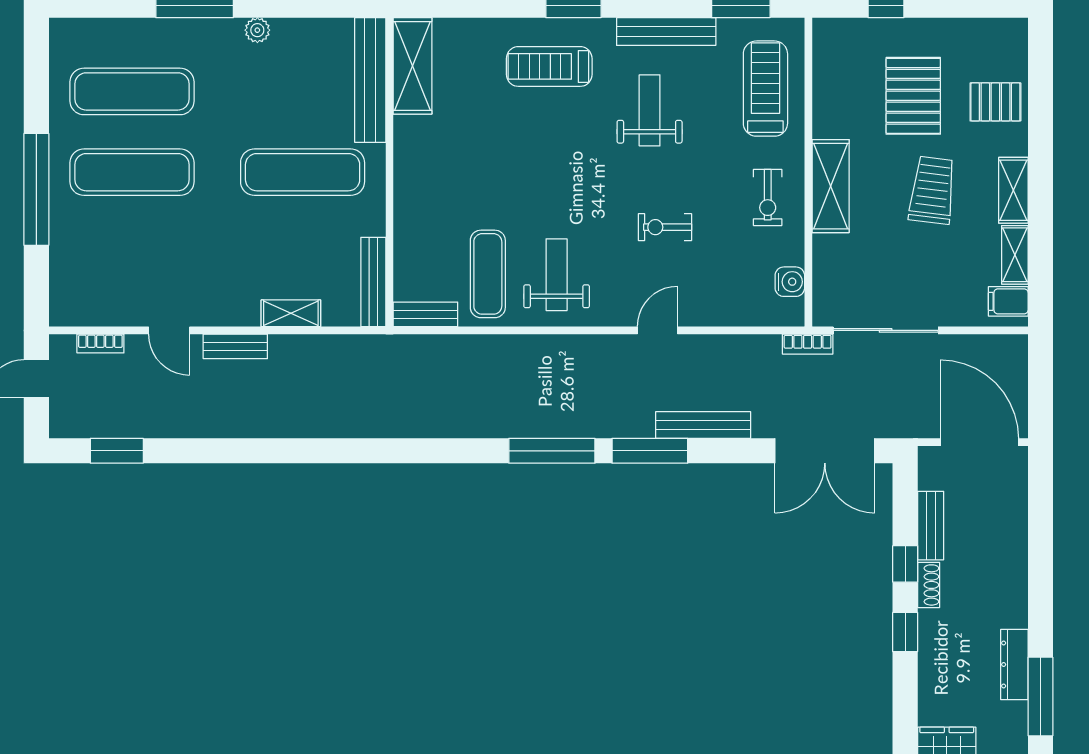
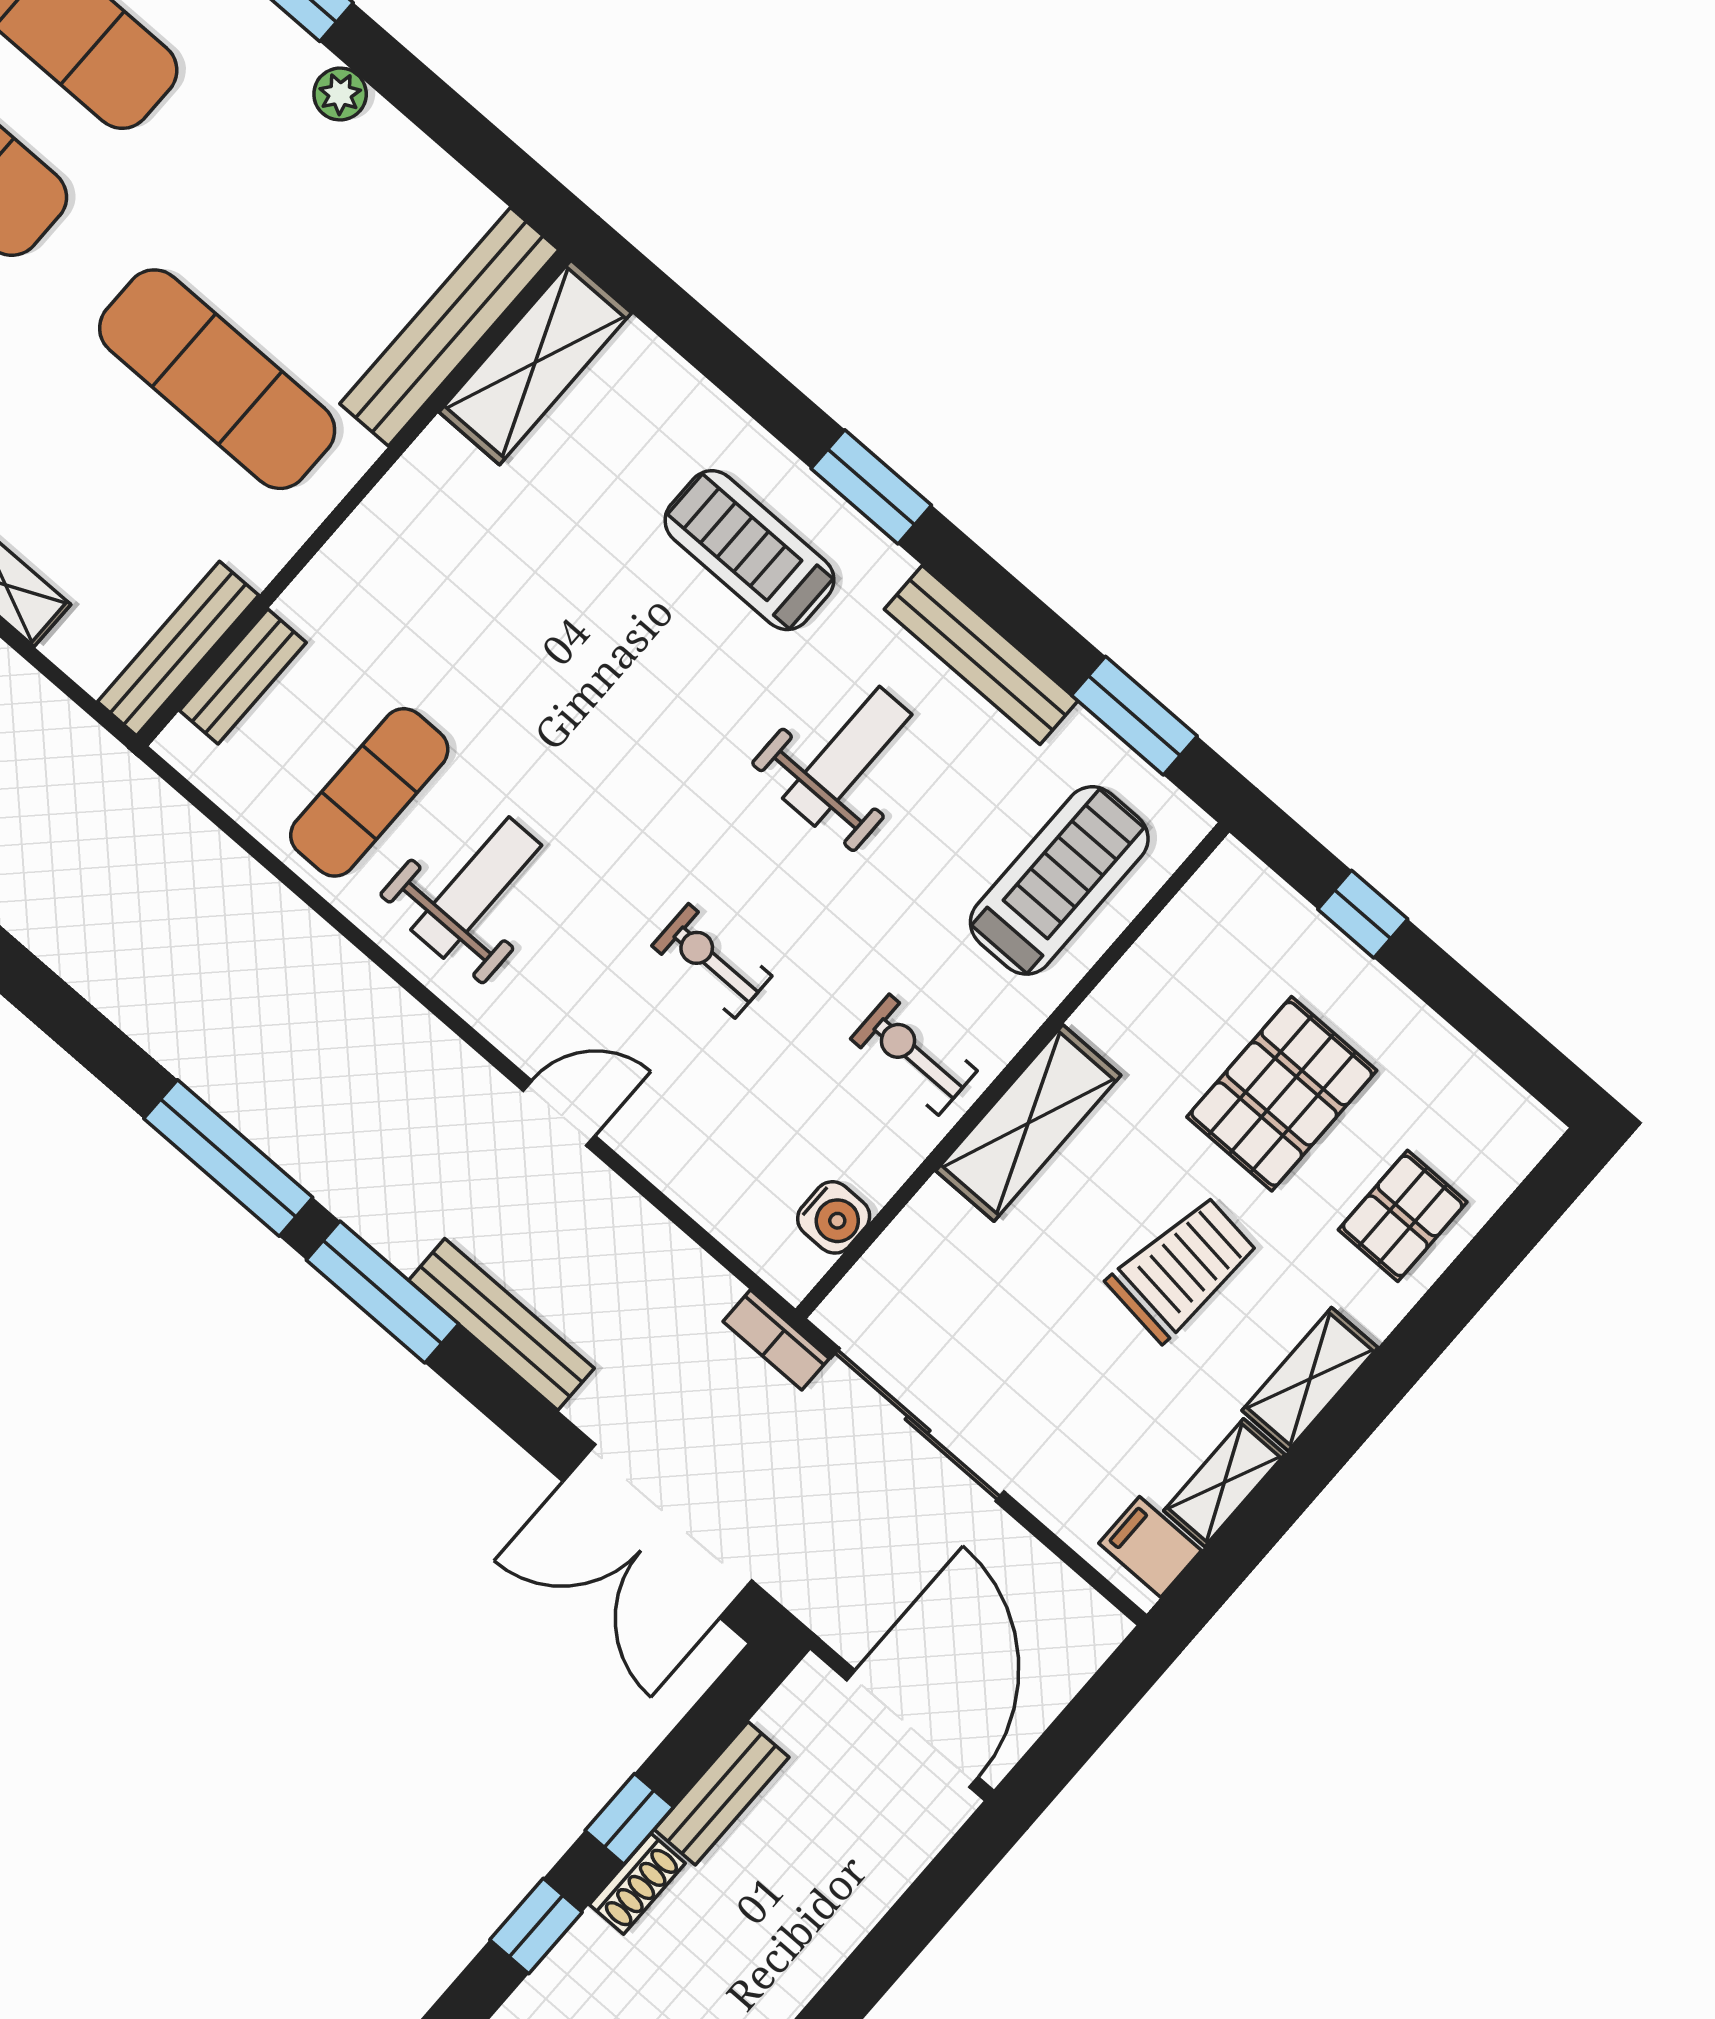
pallet: (995, 102) -> (1403, 1216), turned 90
exercise bike: (768, 197) -> (914, 1055), turned 90
bench: (425, 314) -> (243, 676), moved, turned 90

